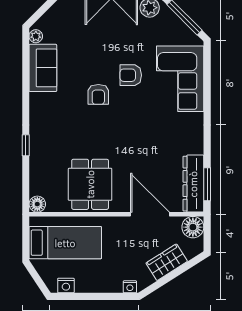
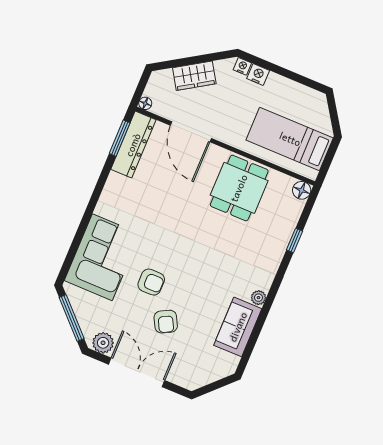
plant: (36, 36) -> (258, 298), moved
armchair: (98, 94) -> (166, 322), moved, turned 152
window: (26, 145) -> (294, 240), moved
floor lamp: (193, 227) -> (145, 103), width x0.53, depth x0.53
nightstand: (66, 285) -> (258, 74), moved

